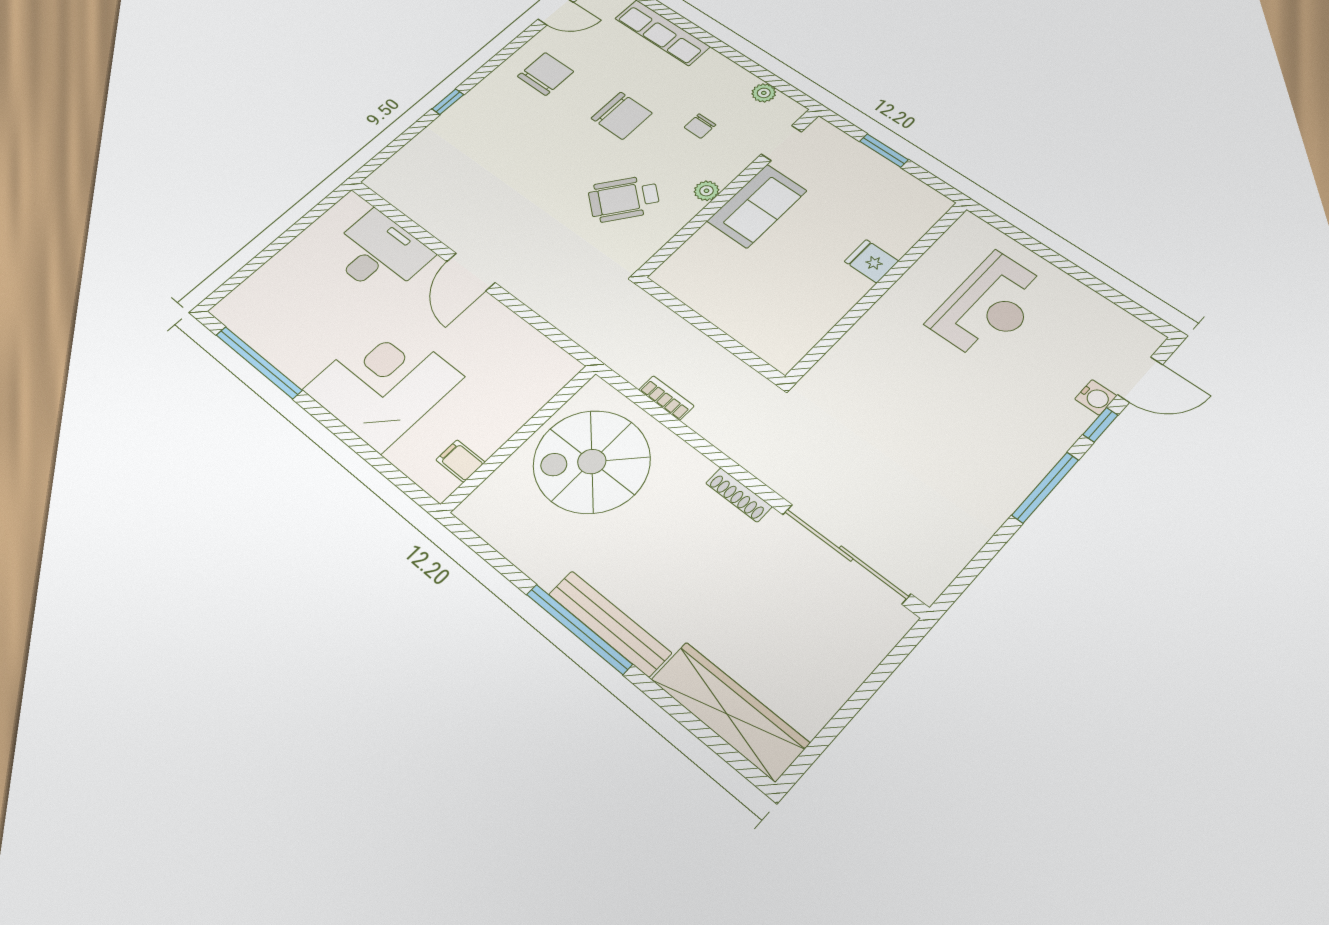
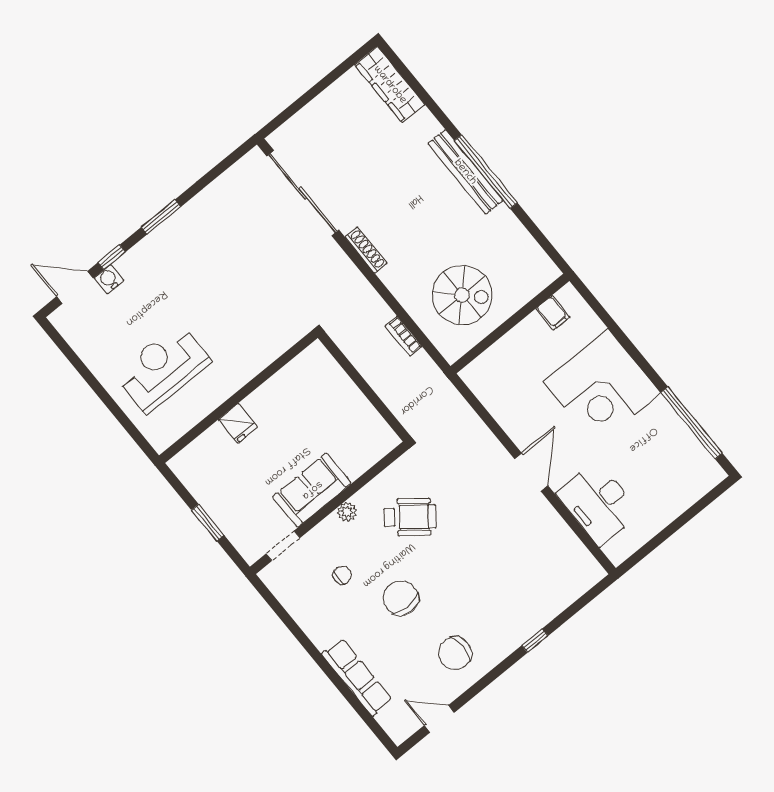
plant: (764, 93) -> (288, 598), removed
spiral stairs: (592, 462) -> (462, 295), width x0.73, depth x0.73
window: (1045, 487) -> (161, 217), width x0.69
wardrobe: (730, 711) -> (390, 85), width x0.71, depth x0.85

